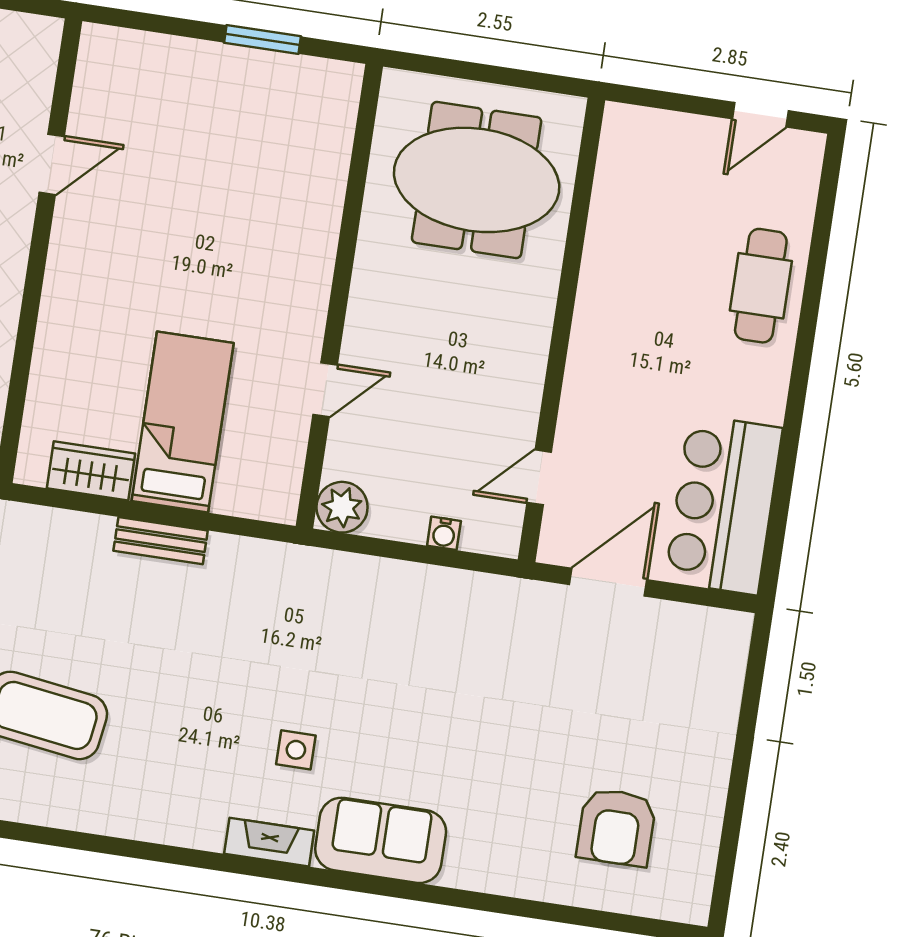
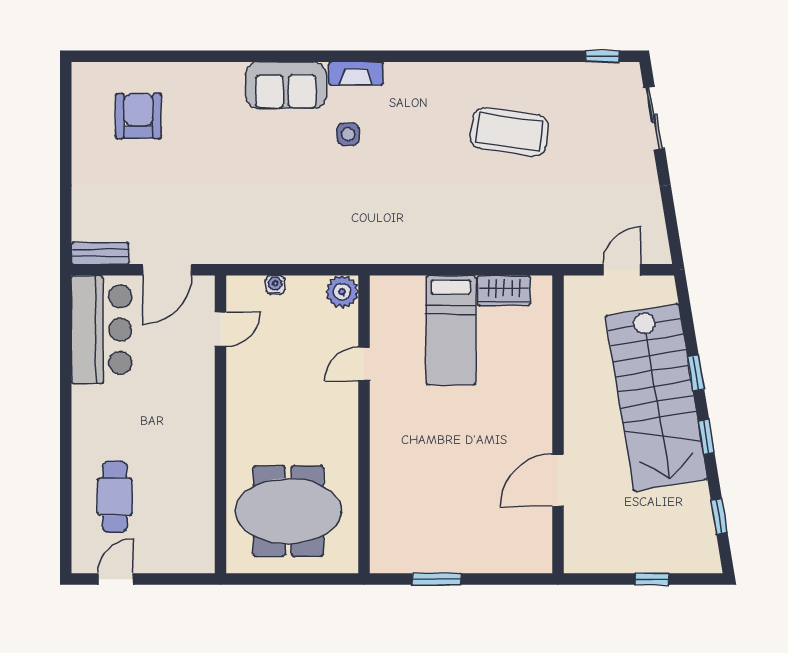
door: (52, 164) -> (558, 480), width x1.38
cafe table: (761, 286) -> (115, 497), moved
bench: (161, 541) -> (100, 253), moved

